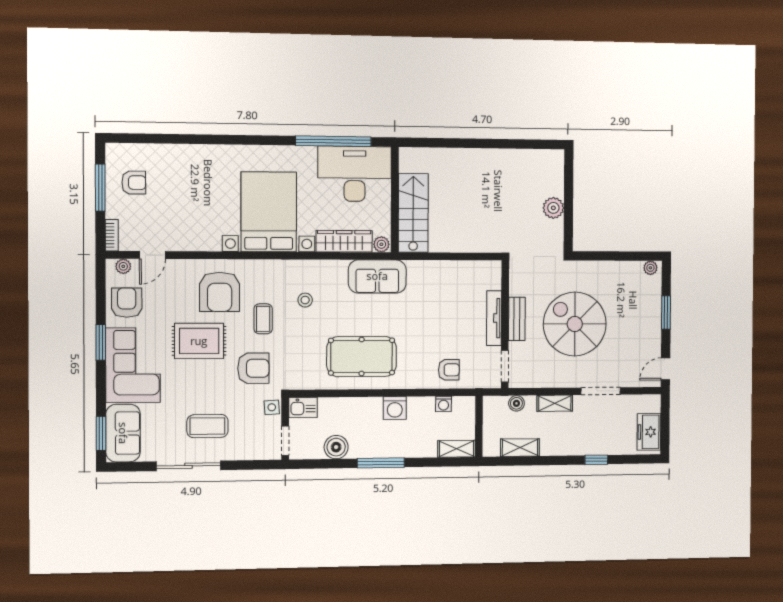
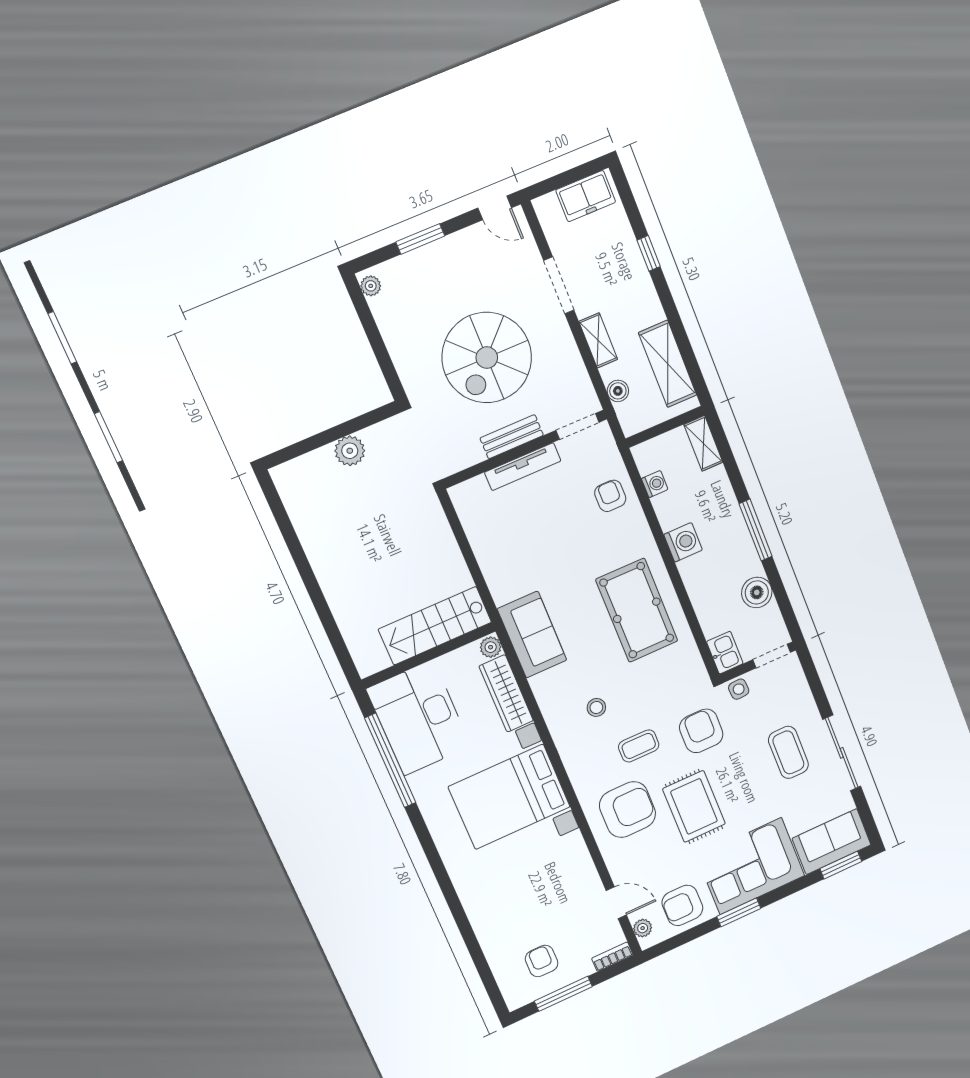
shelving: (520, 448) -> (668, 364), width x1.50, depth x1.33

